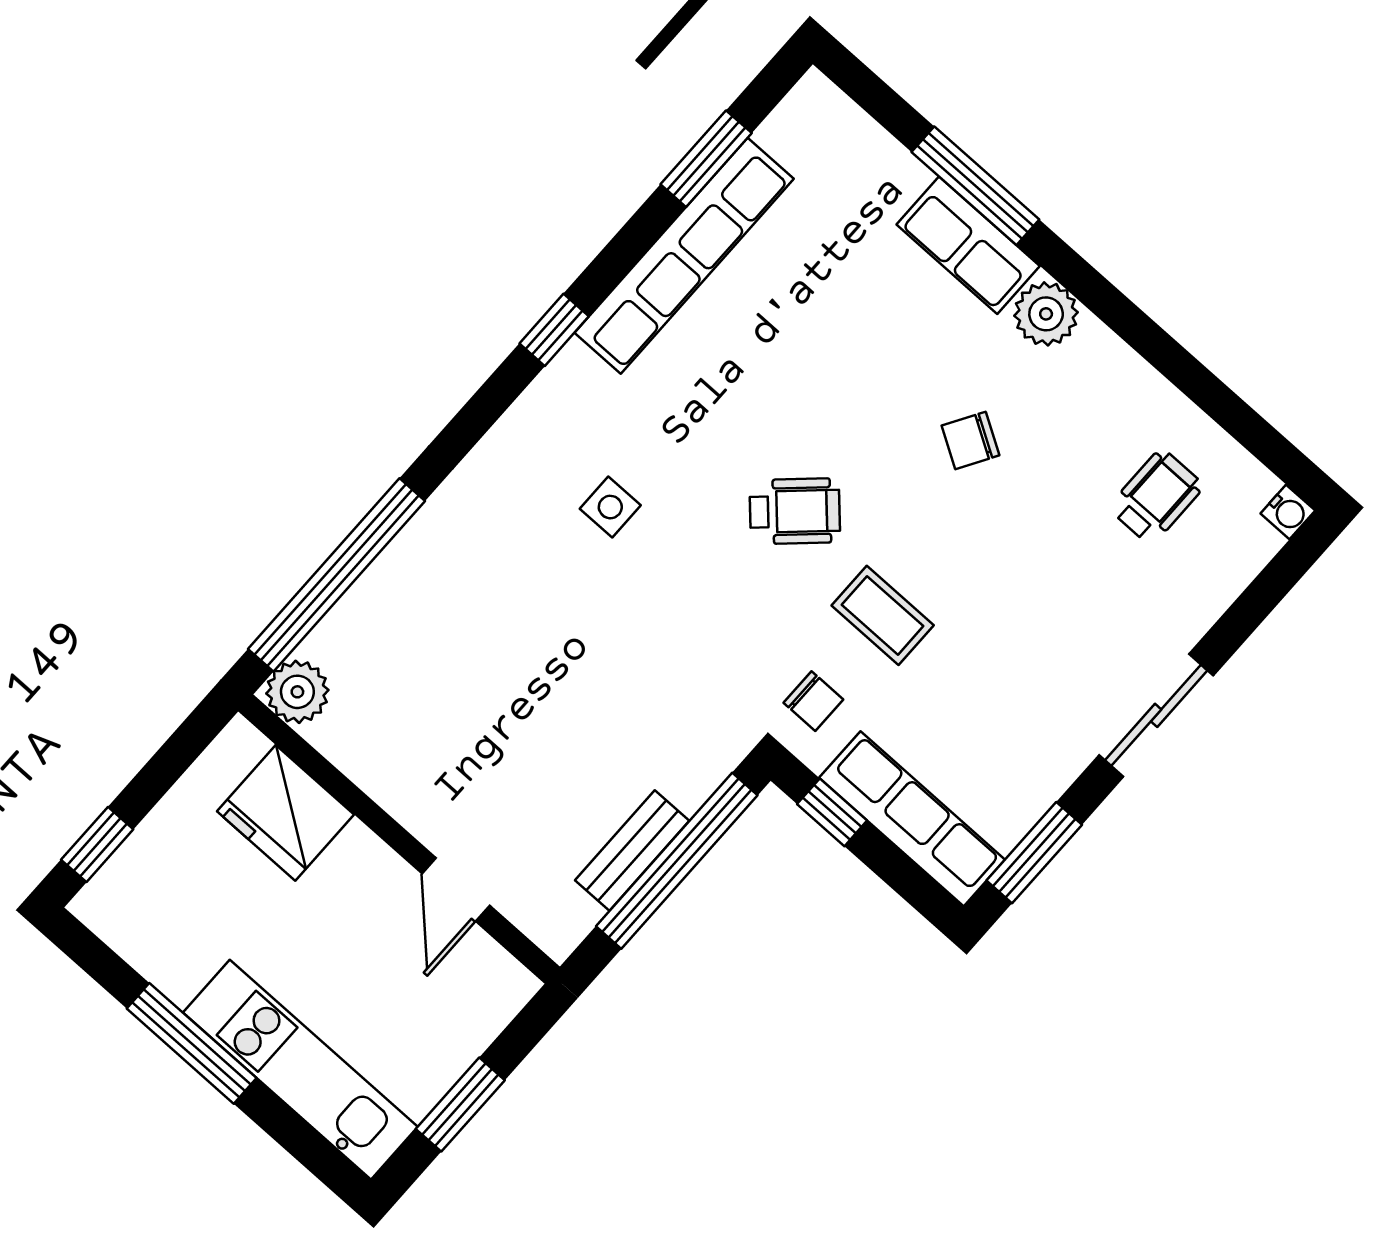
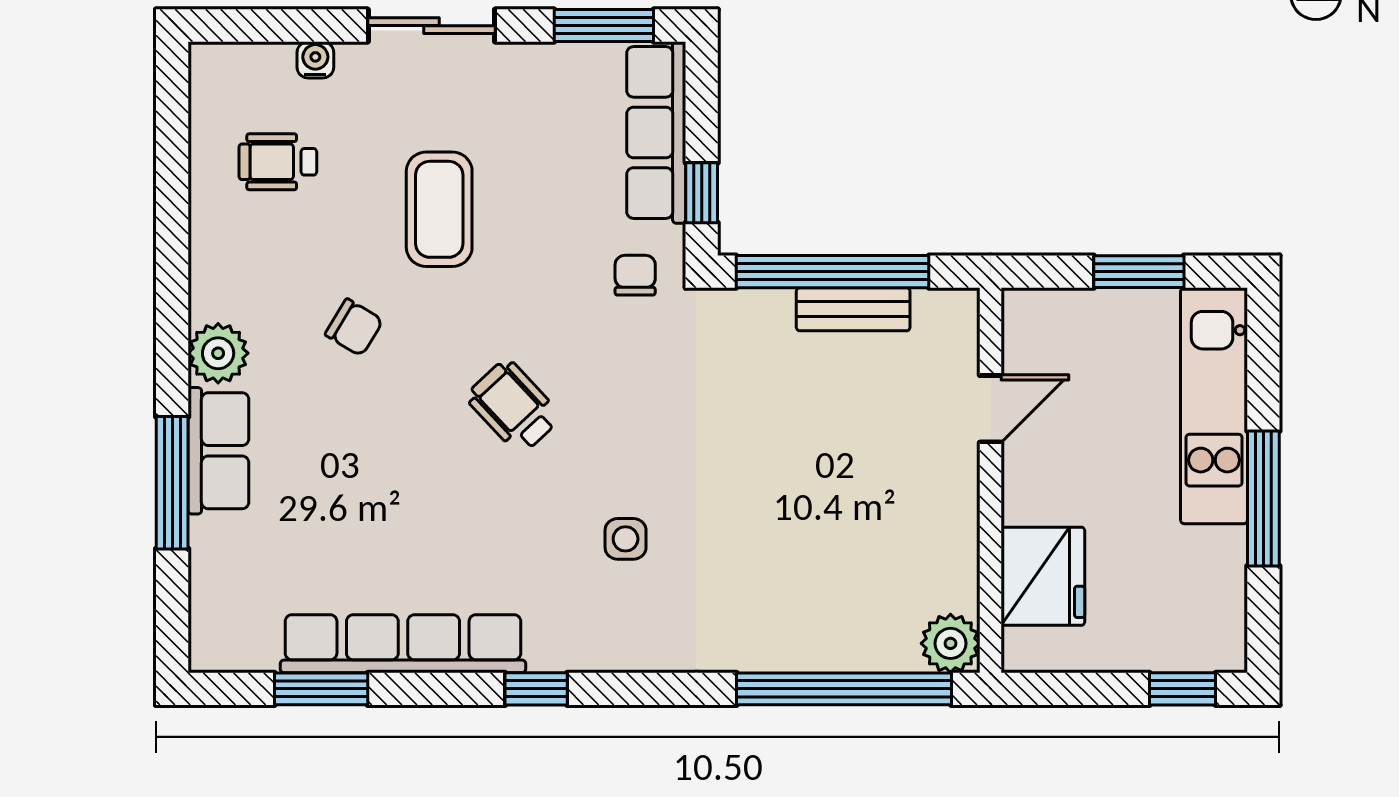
water cooler: (1288, 512) -> (315, 60), moved
coffee table: (883, 615) -> (439, 209), moved, width x1.36, depth x1.30

